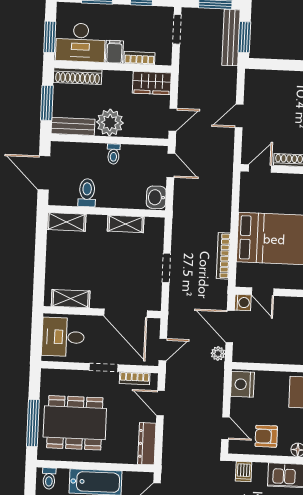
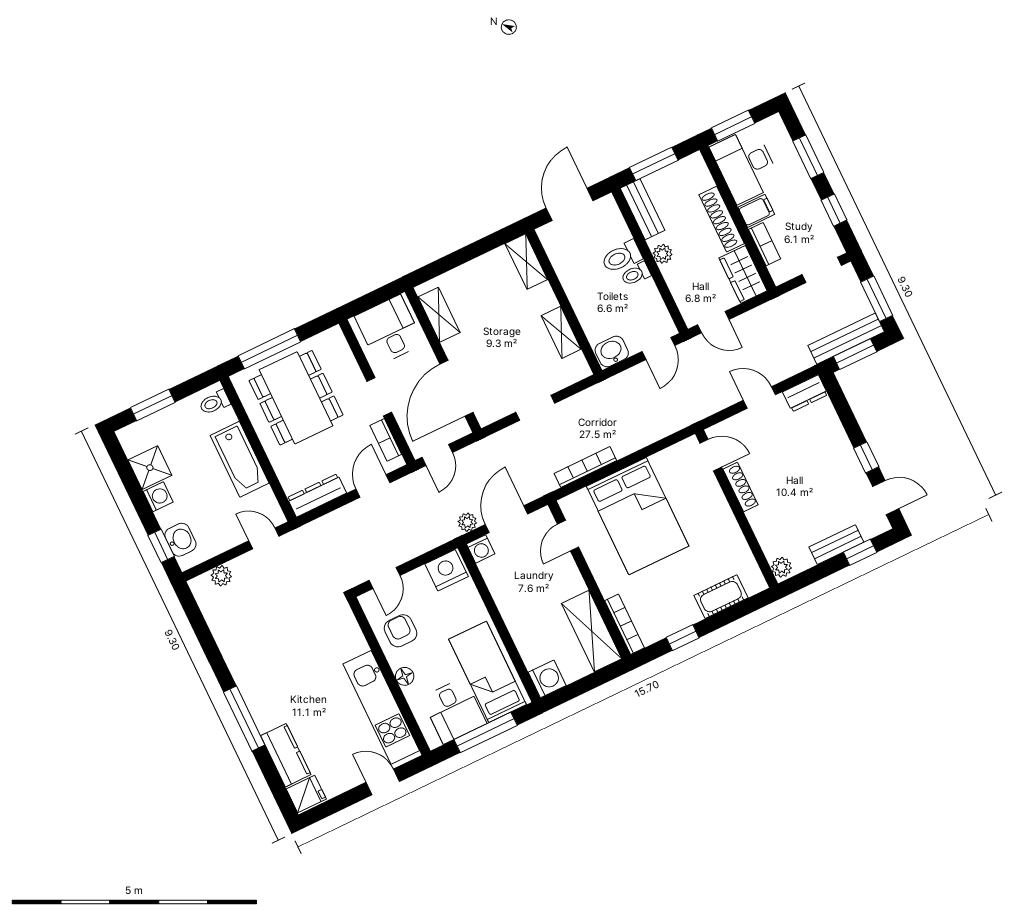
shoe rack: (78, 76) -> (722, 219), moved
dresser: (253, 84) -> (805, 393), added
plant: (110, 123) -> (663, 254), width x0.53, depth x0.53
toilet: (87, 193) -> (622, 257), moved, turned 180
washing machine: (243, 303) -> (481, 549), moved
door: (163, 350) -> (437, 455), hinge flipped
dishwasher: (244, 472) -> (345, 626), removed

